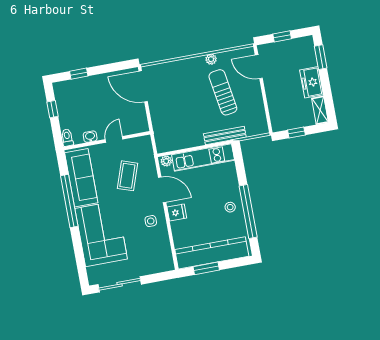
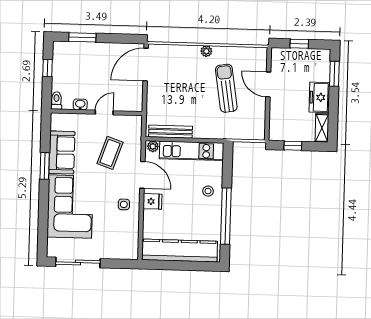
plant: (211, 59) -> (206, 51), moved
door: (259, 67) -> (268, 84), moved
window: (79, 74) -> (82, 37), width x1.50
door: (143, 86) -> (146, 65), hinge flipped
bench: (225, 136) -> (170, 132), moved
sofa: (81, 178) -> (62, 153), width x0.73
window: (69, 201) -> (45, 166), width x0.47
stool: (230, 207) -> (208, 191), moved
window: (206, 268) -> (170, 265), removed

